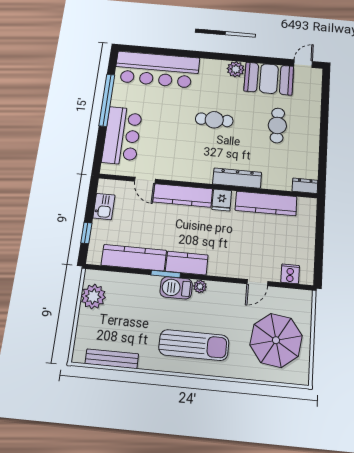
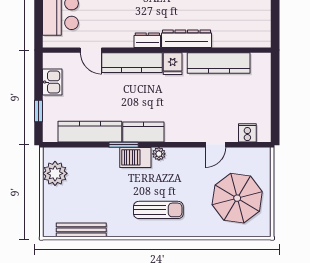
dresser: (305, 186) -> (147, 40), moved
sun lounger: (194, 345) -> (158, 210), width x0.73, depth x0.75

